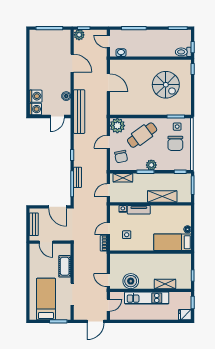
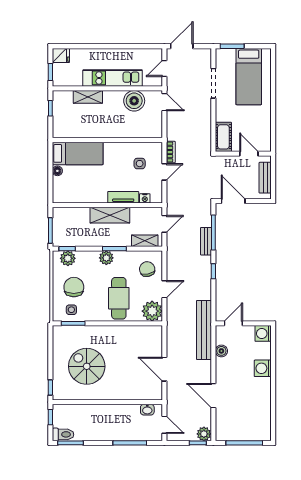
toilet: (183, 52) -> (63, 434), moved
washing machine: (36, 96) -> (263, 368), moved
cafe table: (142, 135) -> (119, 298), turned -54
plant: (180, 165) -> (68, 258), added
shelving: (162, 197) -> (110, 215), moved
cot: (65, 266) -> (223, 137), moved

